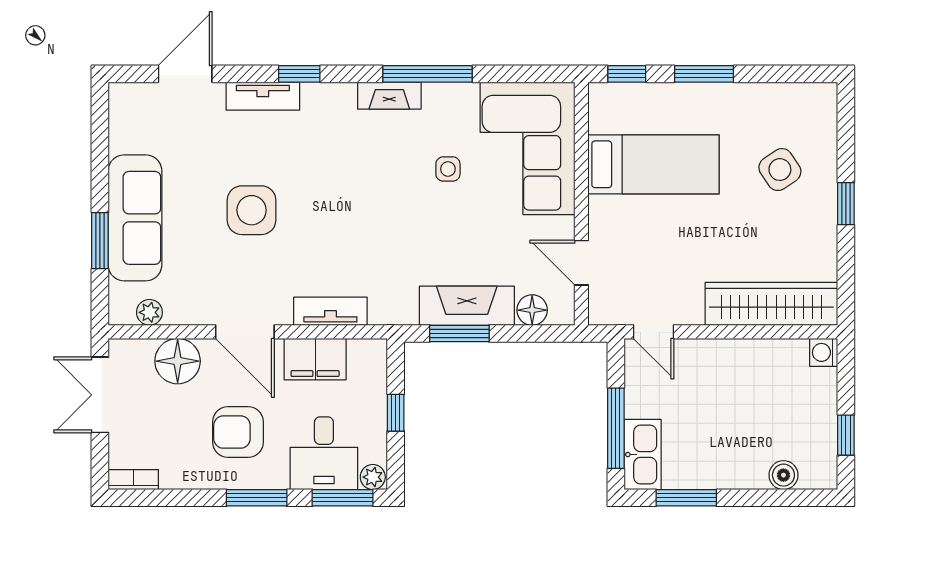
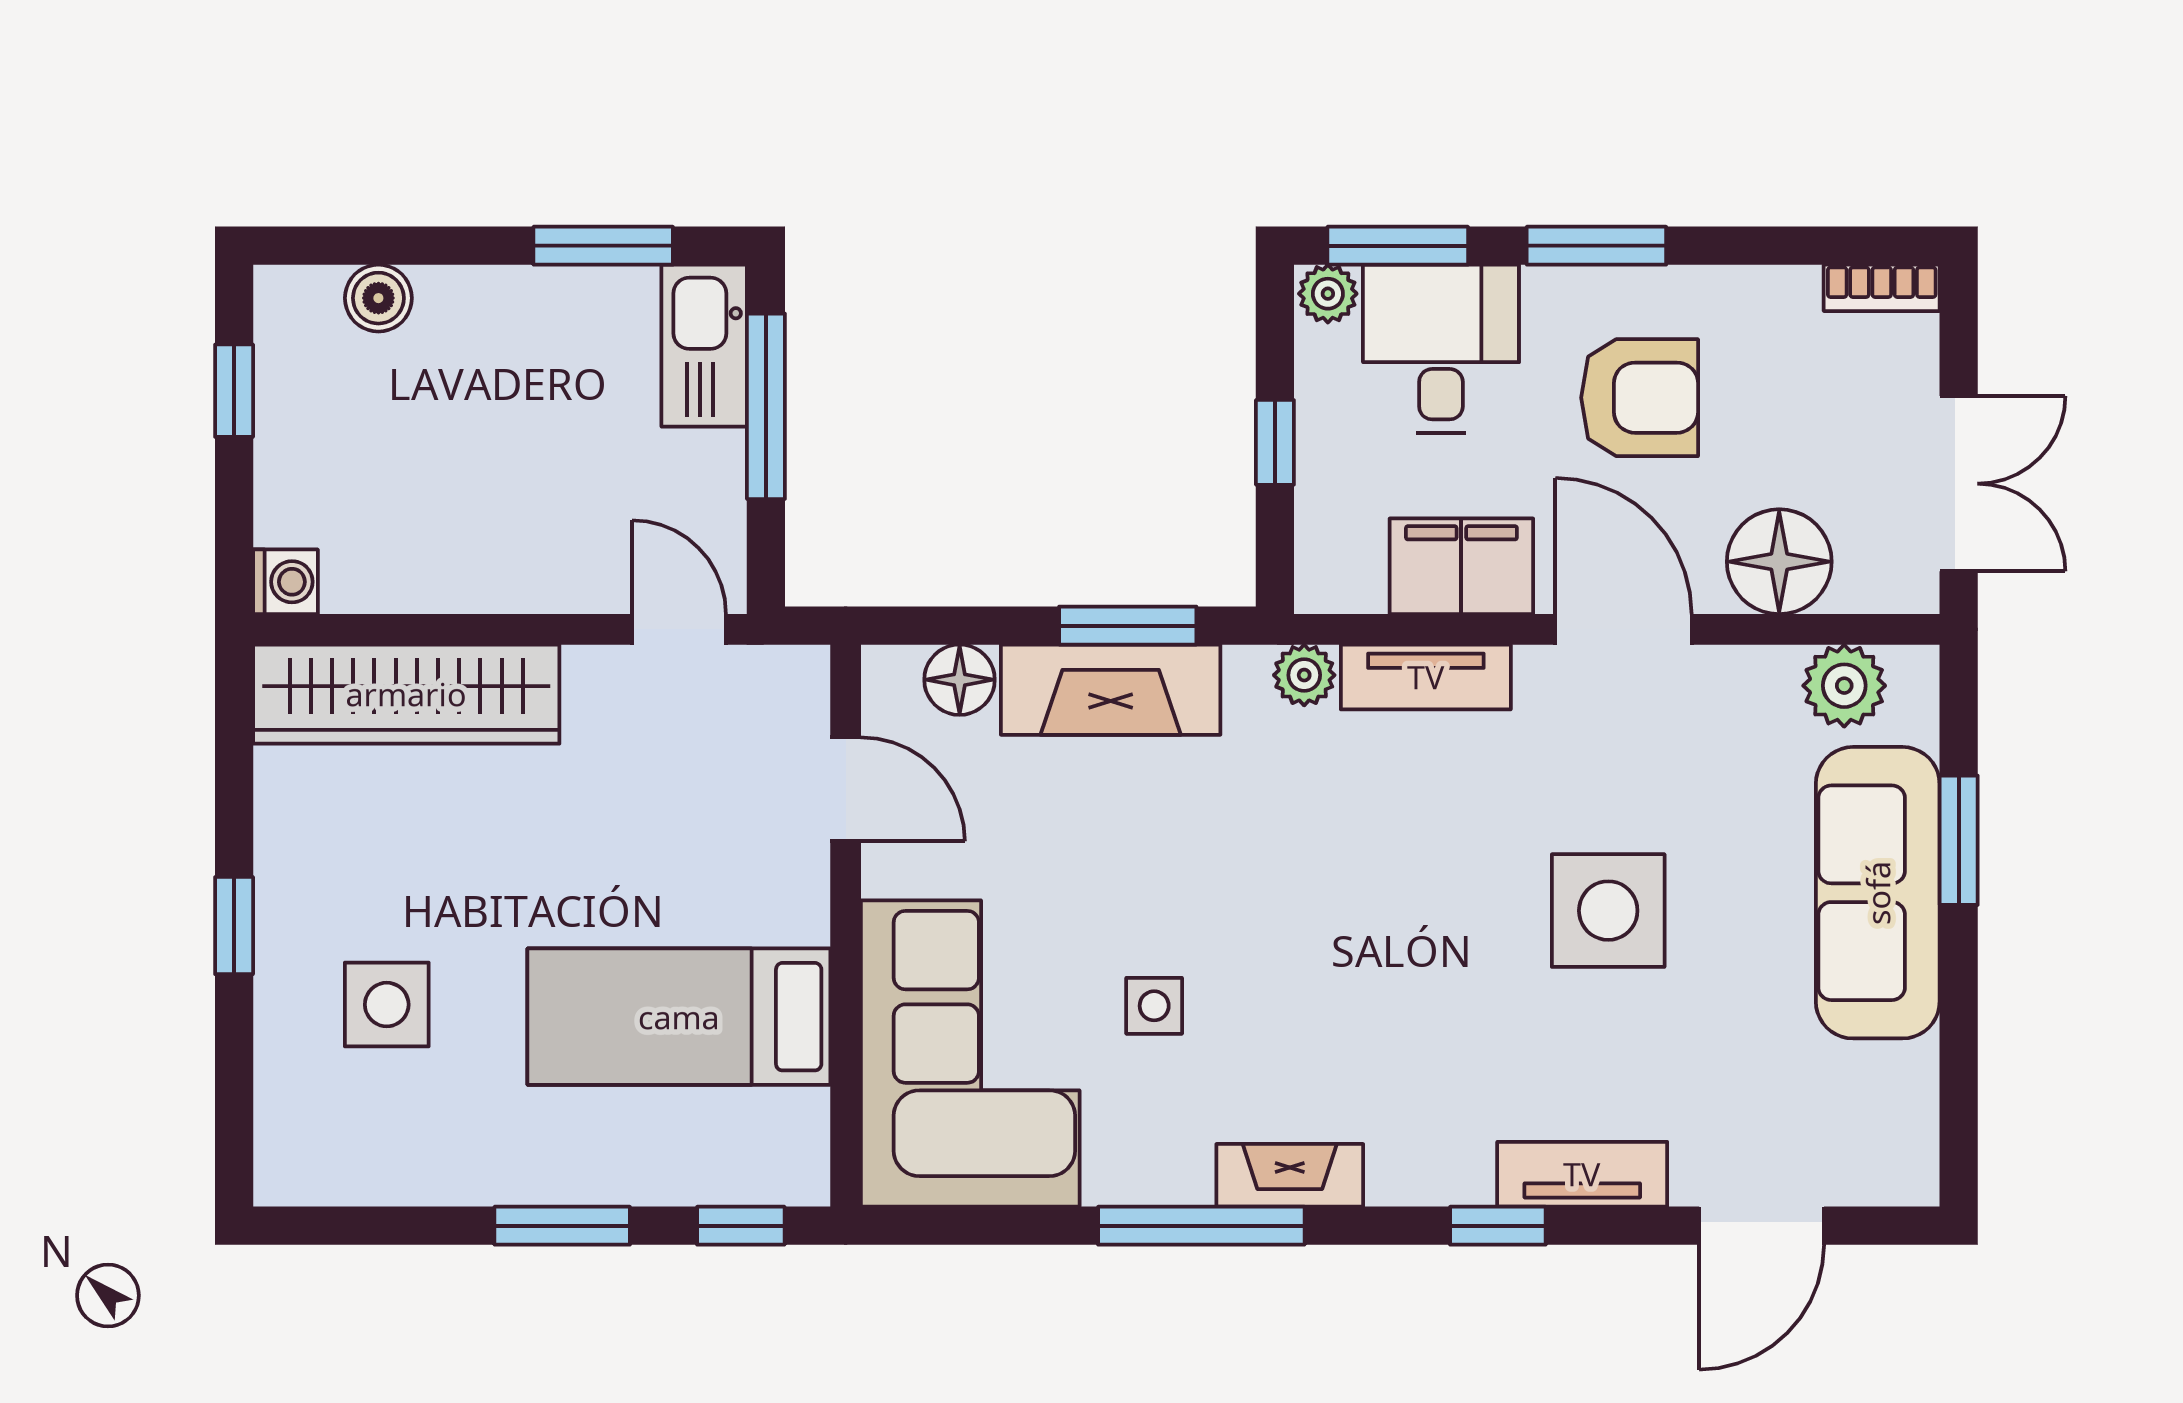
side table: (780, 170) -> (387, 1005), turned 34
plant: (149, 312) -> (1844, 686), width x1.38, depth x1.38
plant: (383, 312) -> (1304, 675), added

